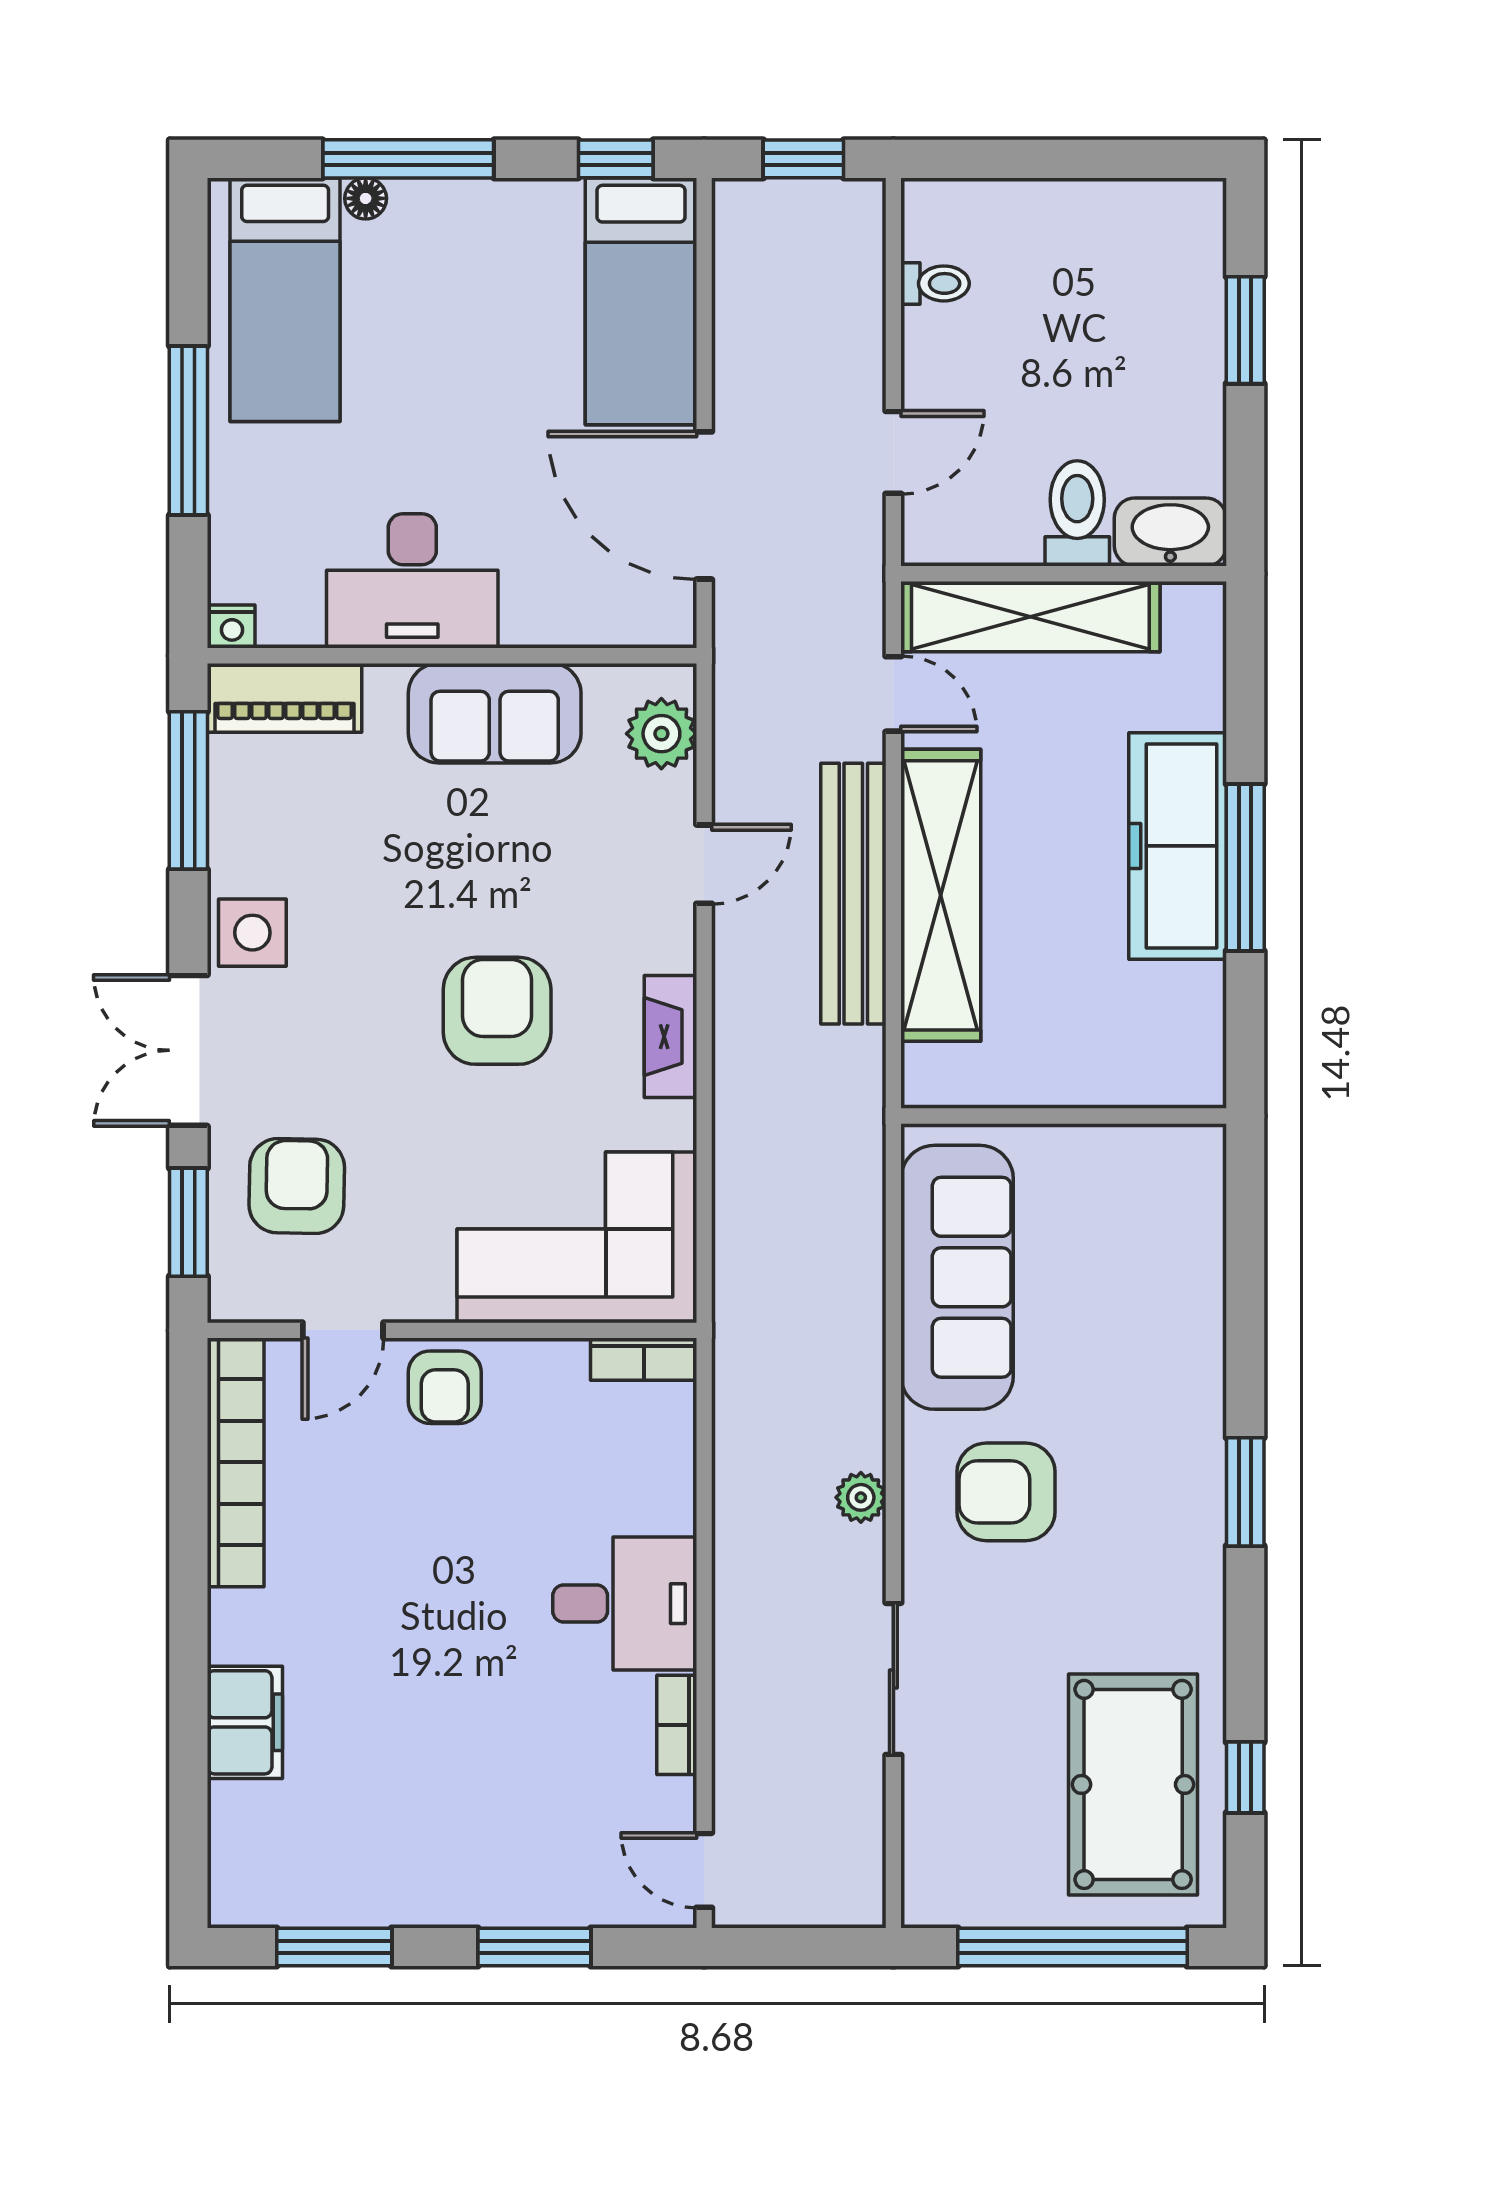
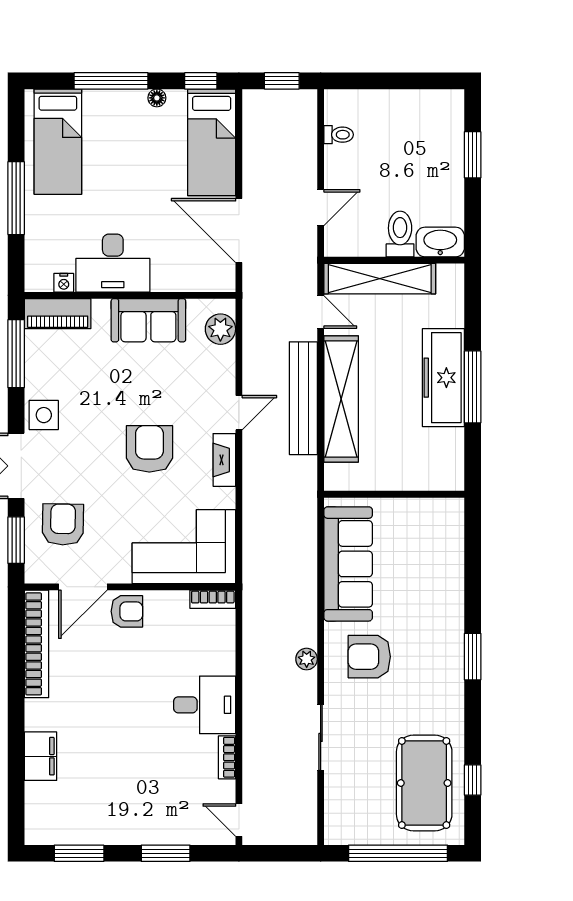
floor lamp: (366, 198) -> (157, 98), moved
nightstand: (232, 626) -> (64, 283), moved
door: (704, 864) -> (239, 413), moved
door: (343, 1330) -> (83, 587), width x1.38
armchair: (445, 1387) -> (127, 611), turned -90

